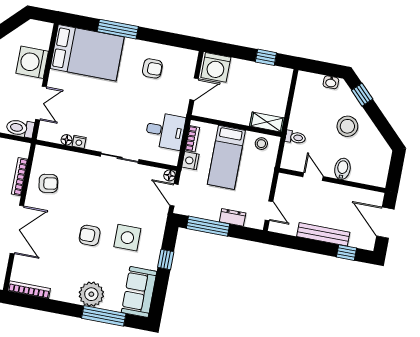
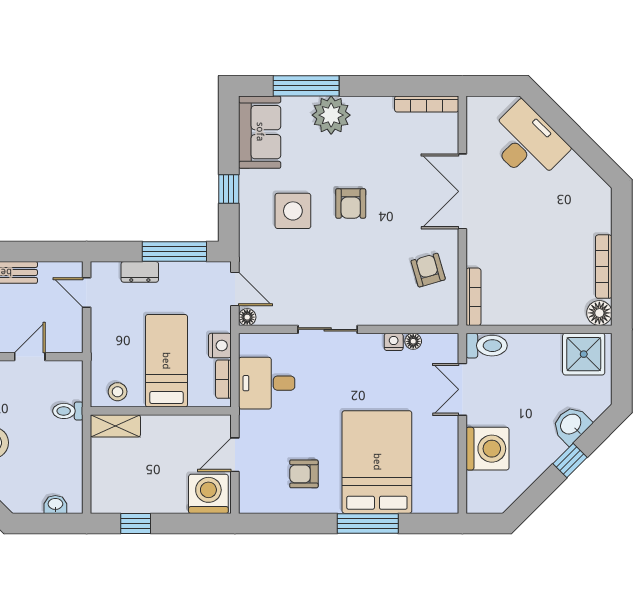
bed: (87, 53) -> (377, 462), moved, turned 90
washbasin: (331, 82) -> (55, 504), moved
bookcase: (20, 177) -> (473, 297), moved
door: (313, 177) -> (30, 357), swing flipped
armchair: (48, 183) -> (428, 270), turned 83
armchair: (90, 235) -> (351, 203), turned 90

